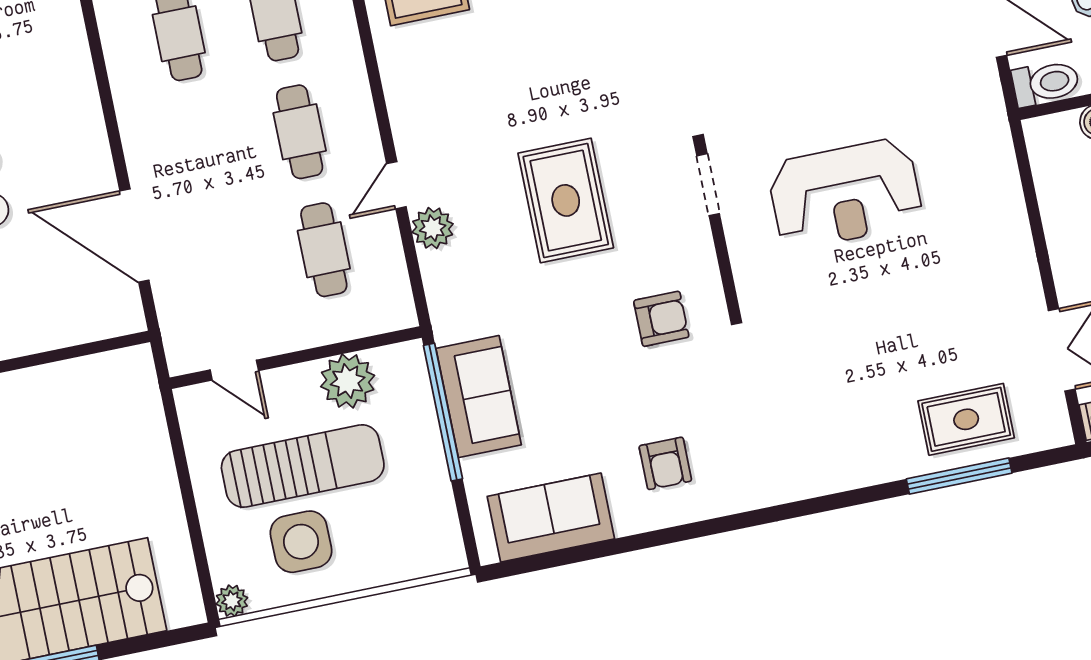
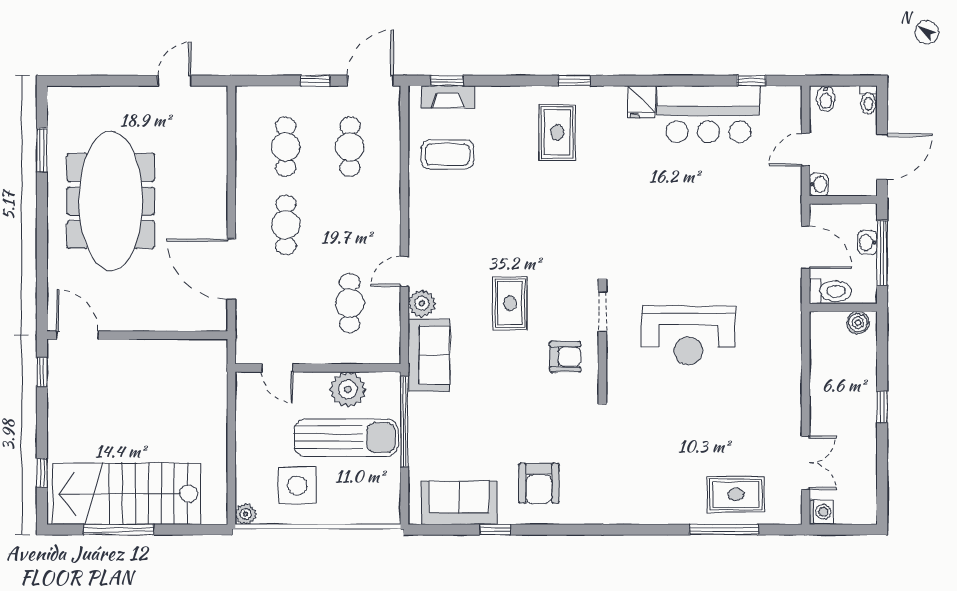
cafe table: (300, 132) -> (286, 225), moved
rug: (566, 200) -> (510, 303), width x0.73, depth x0.70
armchair: (661, 319) -> (565, 357), moved
sofa: (479, 397) -> (429, 355), moved
armchair: (665, 463) -> (539, 483), width x1.38, depth x1.38
sun lounger: (303, 466) -> (346, 438), moved
window: (614, 547) -> (495, 530), added

